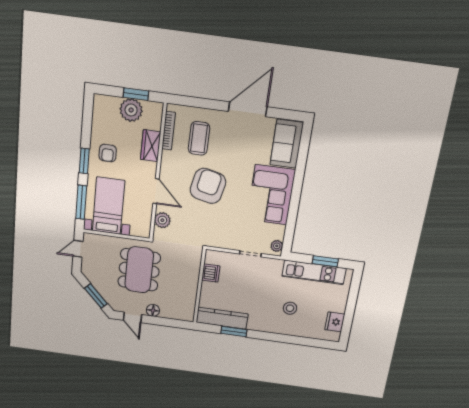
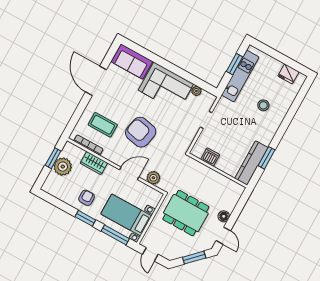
armchair: (108, 153) -> (87, 198), turned -90
plant: (277, 246) -> (196, 91), moved
door: (132, 317) -> (223, 236), hinge flipped

